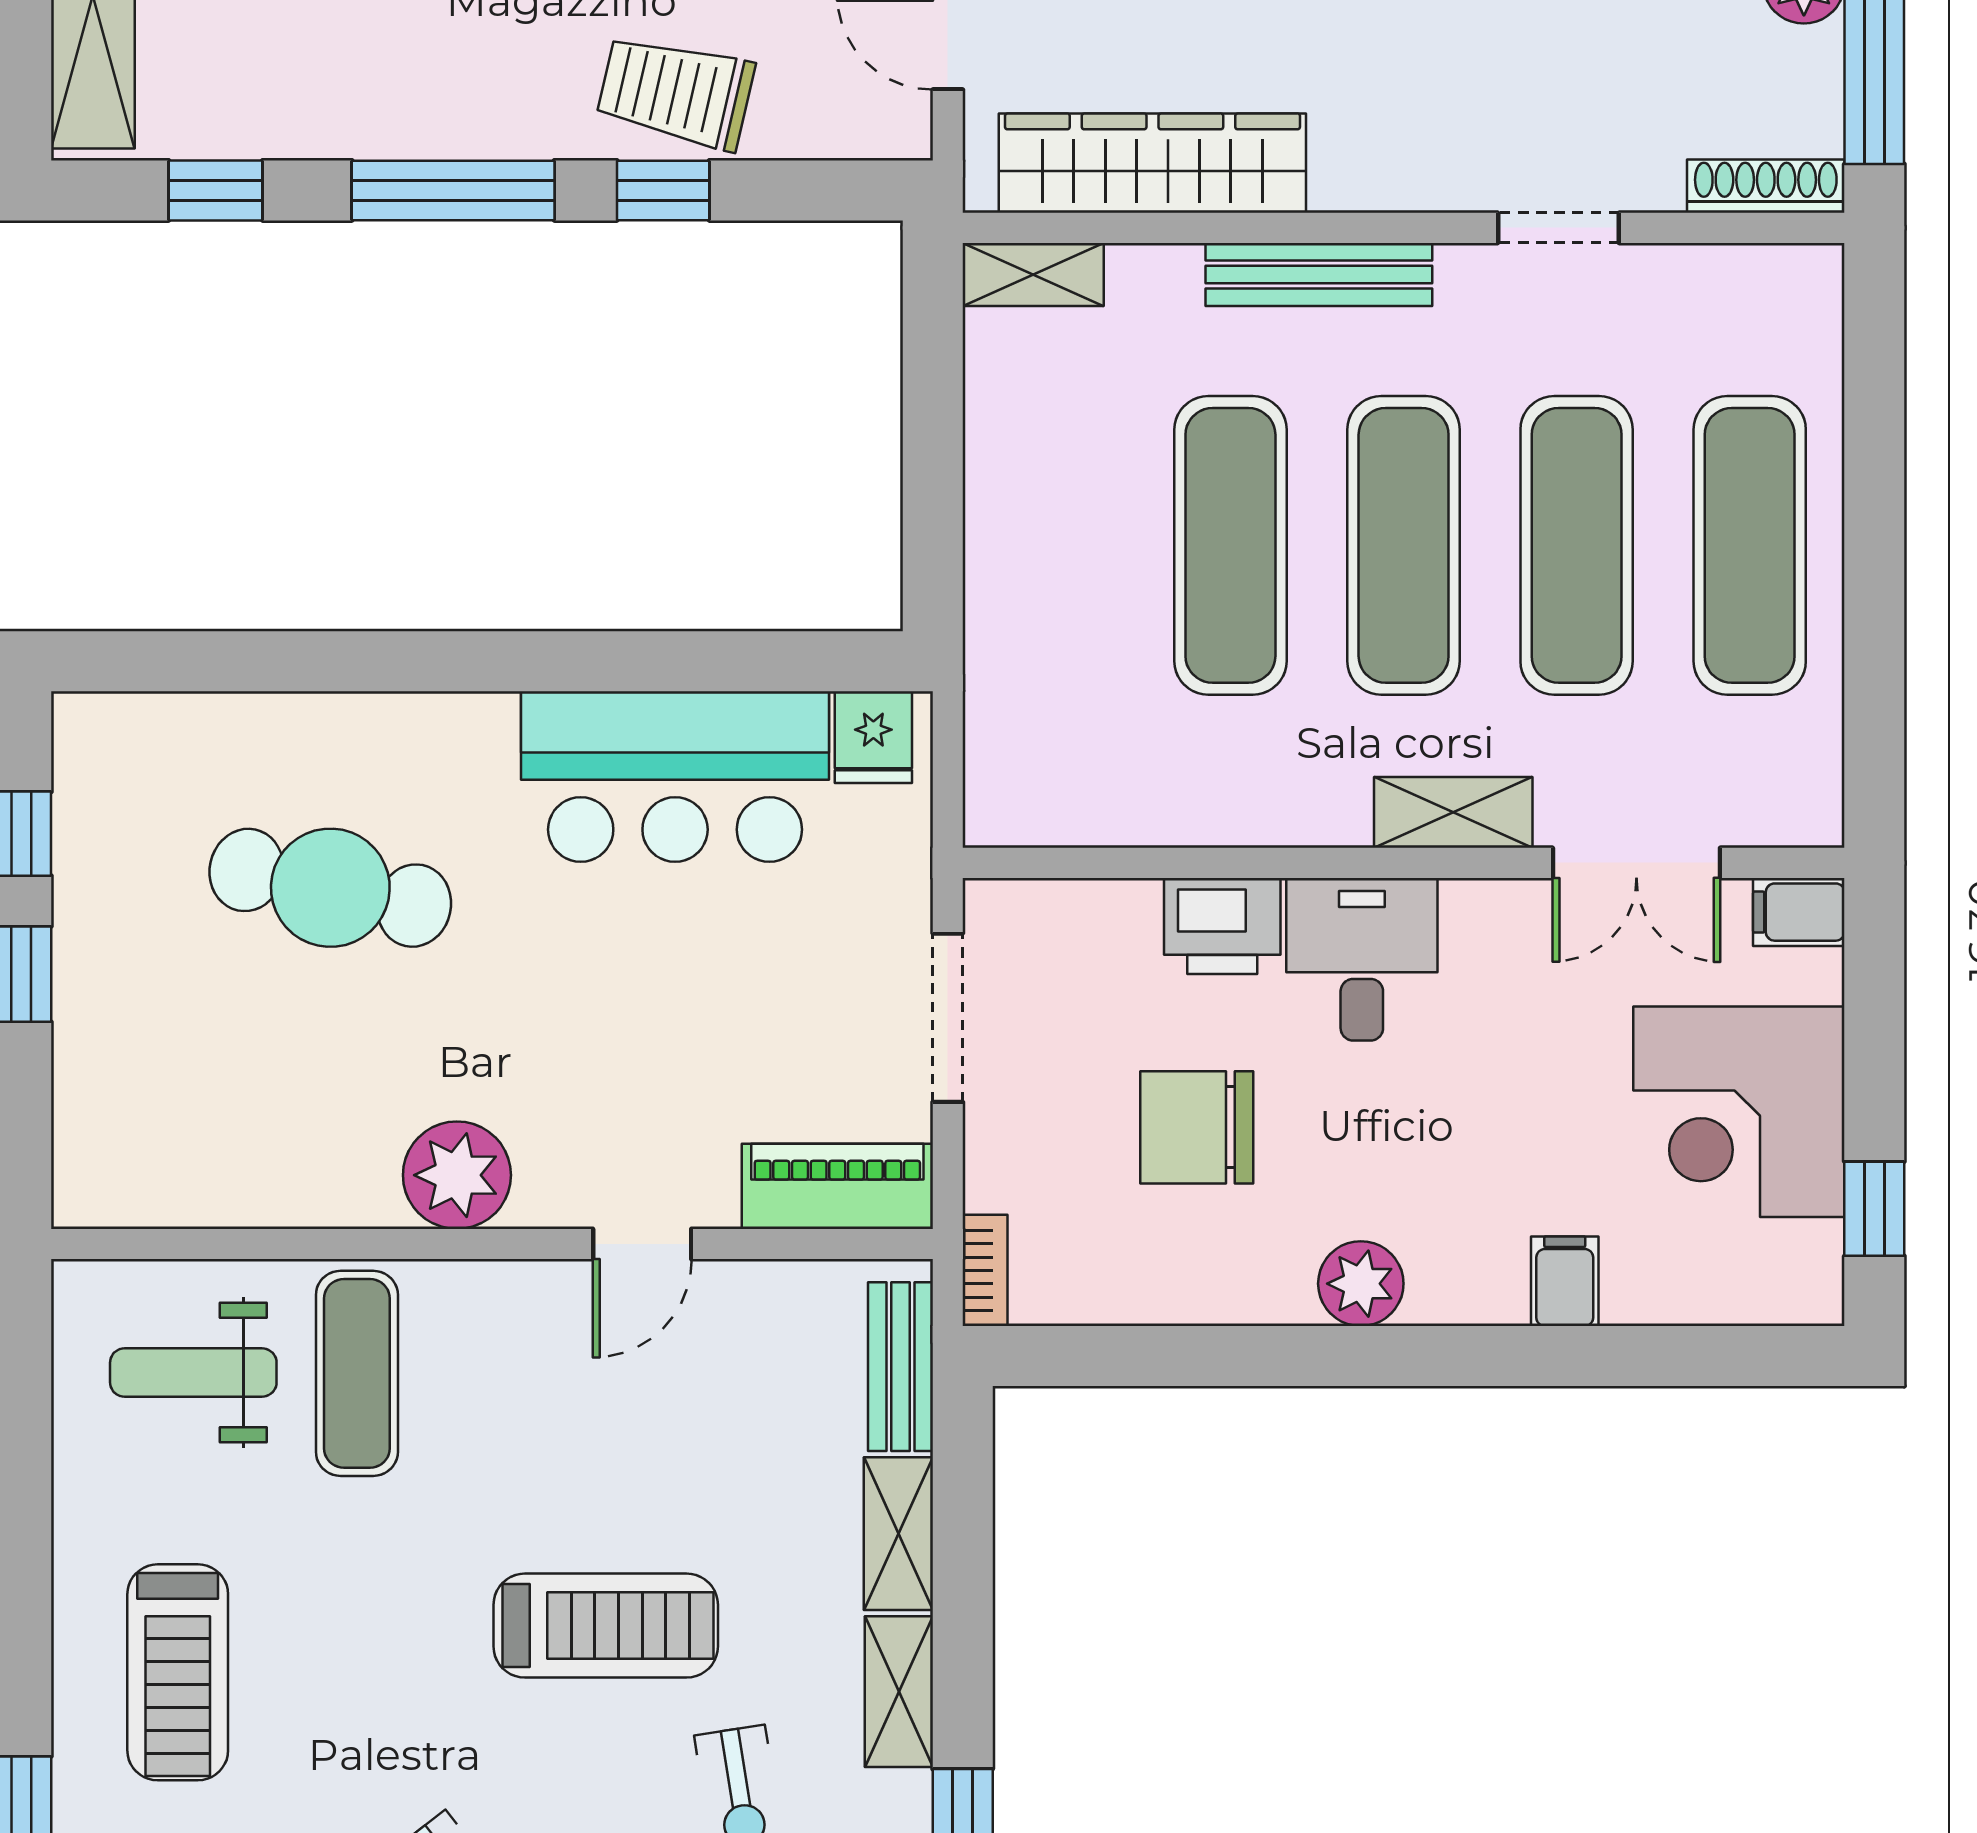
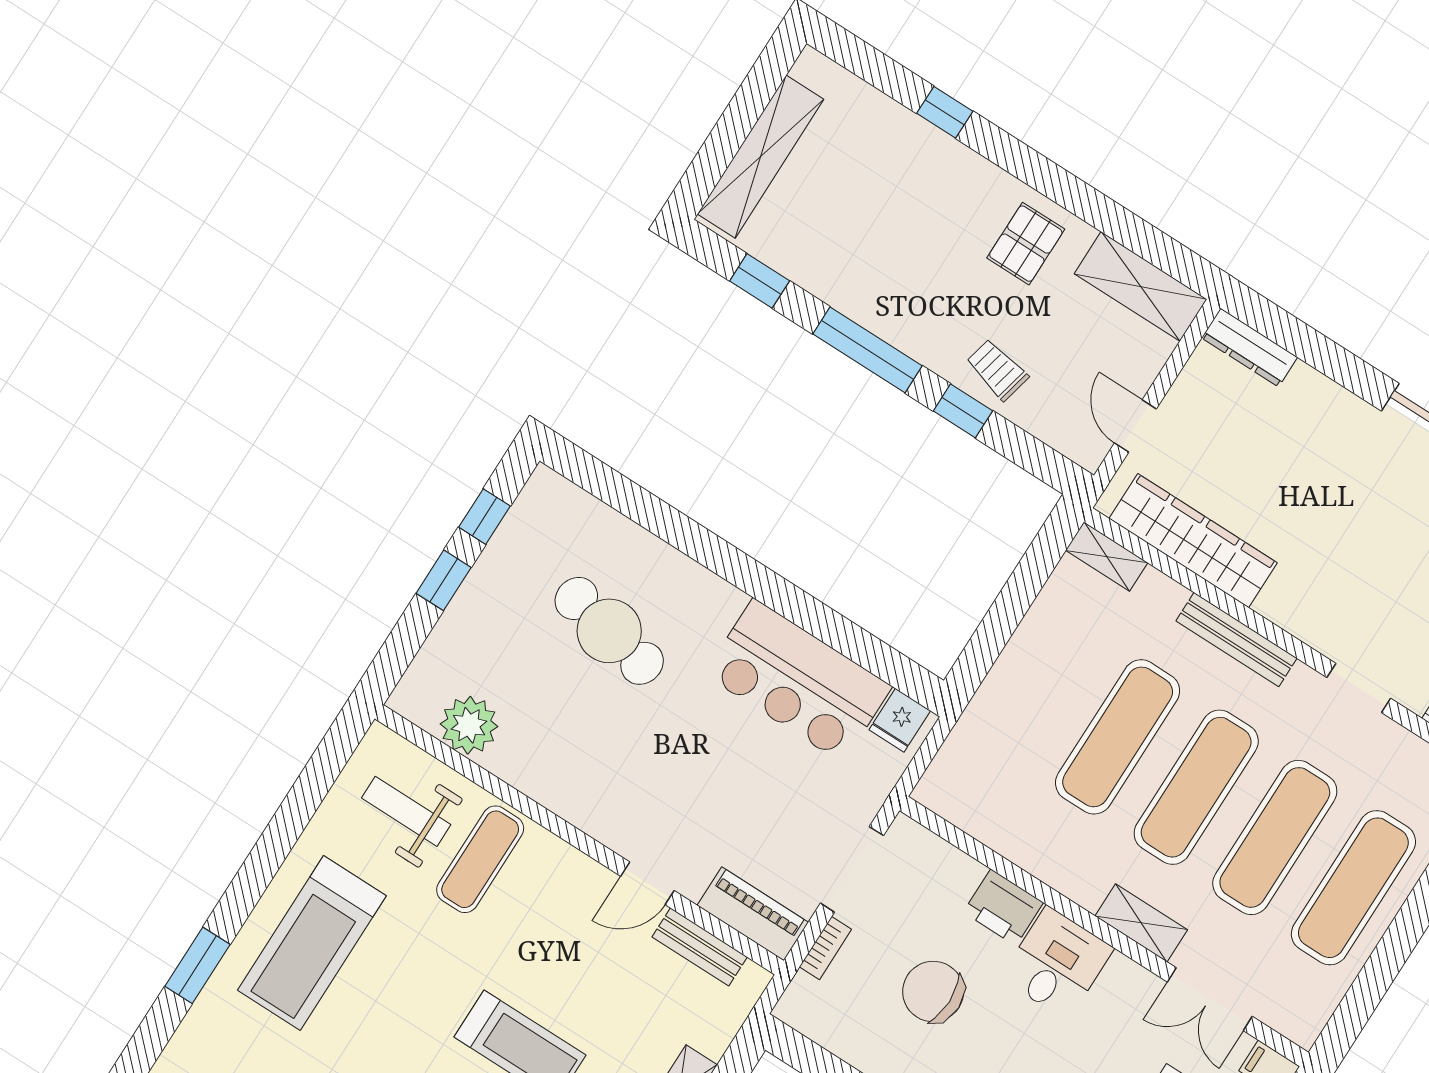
trolley: (676, 92) -> (997, 370), width x0.73, depth x0.72
plant: (457, 1175) -> (469, 725), moved
bookcase: (985, 1270) -> (825, 948), moved
bench: (901, 1367) -> (700, 947), moved, turned 90
treadmill: (178, 1672) -> (312, 943), width x1.37, depth x1.38

